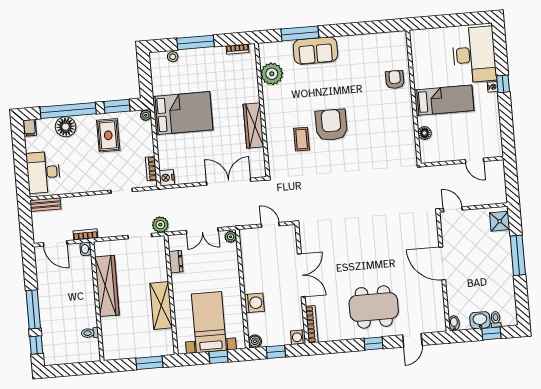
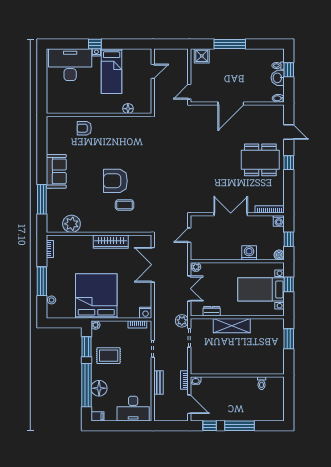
sofa: (315, 51) -> (56, 171), moved
bed: (444, 100) -> (112, 71), moved, turned 180
bed: (183, 113) -> (96, 296), width x1.36
bench: (45, 205) -> (158, 382), moved
door: (55, 243) -> (189, 404), hinge flipped
wardrobe: (107, 286) -> (226, 367), removed
shelving: (161, 306) -> (232, 326), moved
dining table: (374, 307) -> (260, 160), turned 90
window: (36, 345) -> (210, 426), moved

